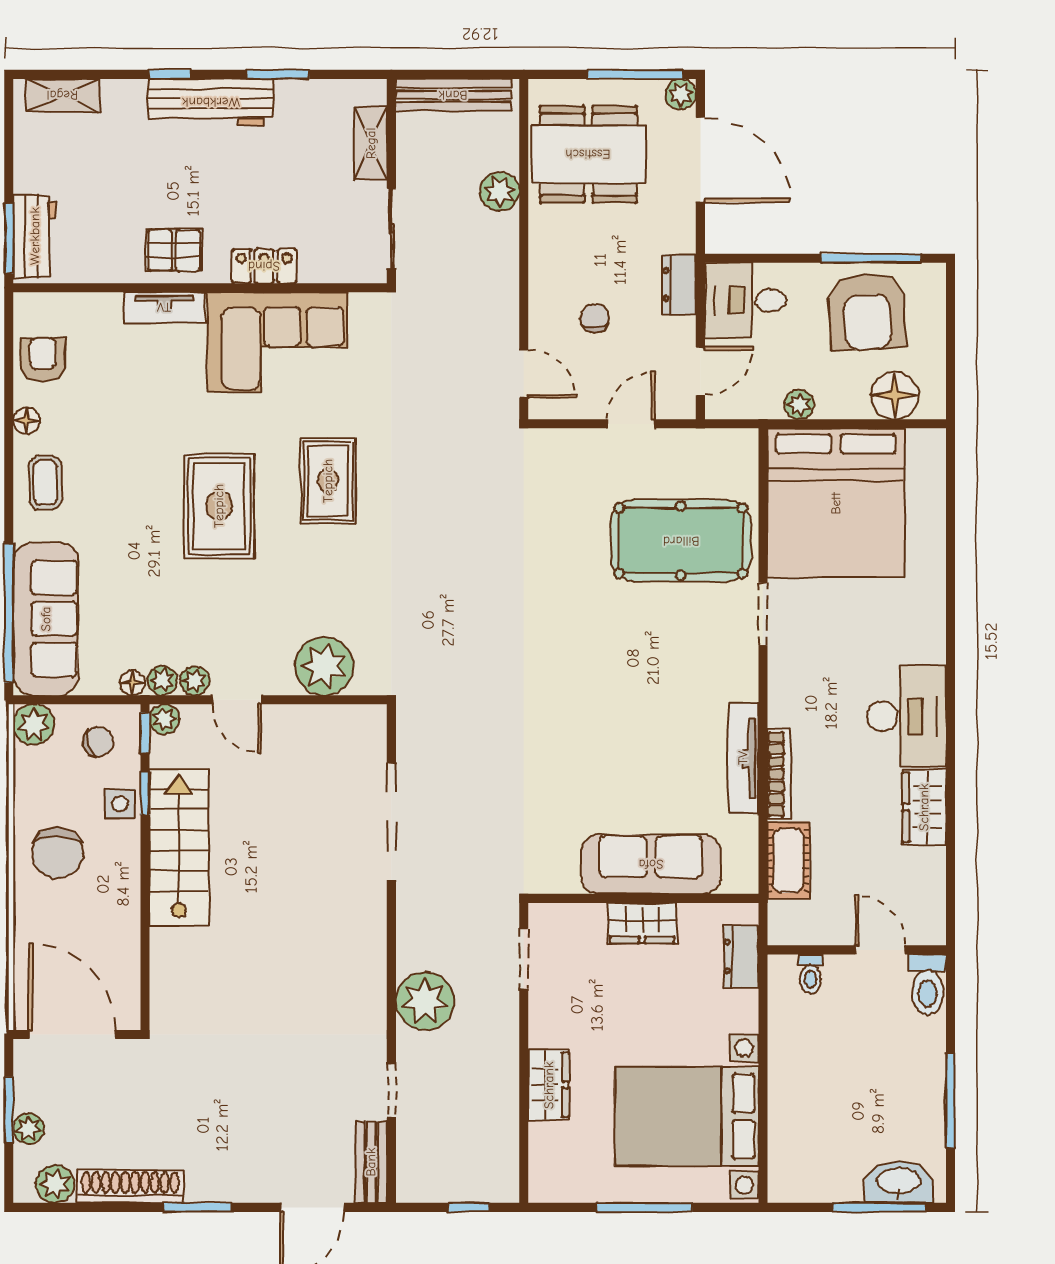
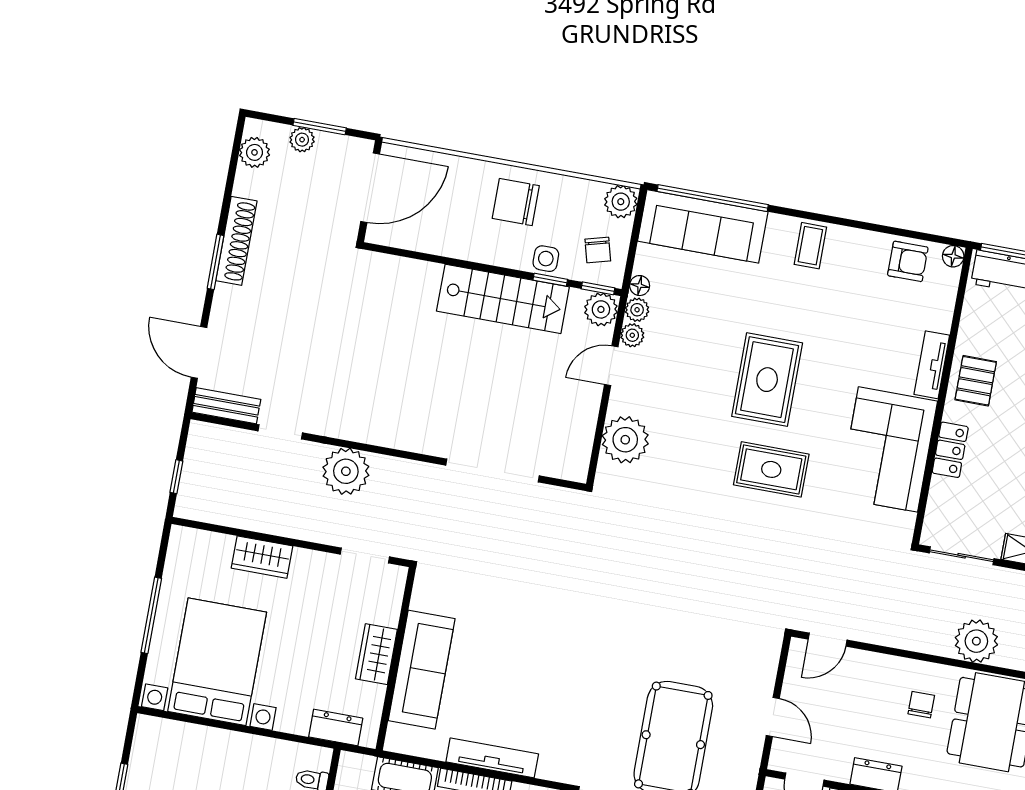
plant: (500, 191) -> (976, 641), width x1.36, depth x1.36
chair: (595, 318) -> (921, 705), moved, turned -90
floor lamp: (27, 421) -> (953, 256), moved
coffee table: (45, 483) -> (810, 246), turned 90
rug: (219, 506) -> (767, 380), turned 90
plant: (164, 719) -> (601, 309), width x1.38, depth x1.38
shoe rack: (130, 1186) -> (236, 241), moved

